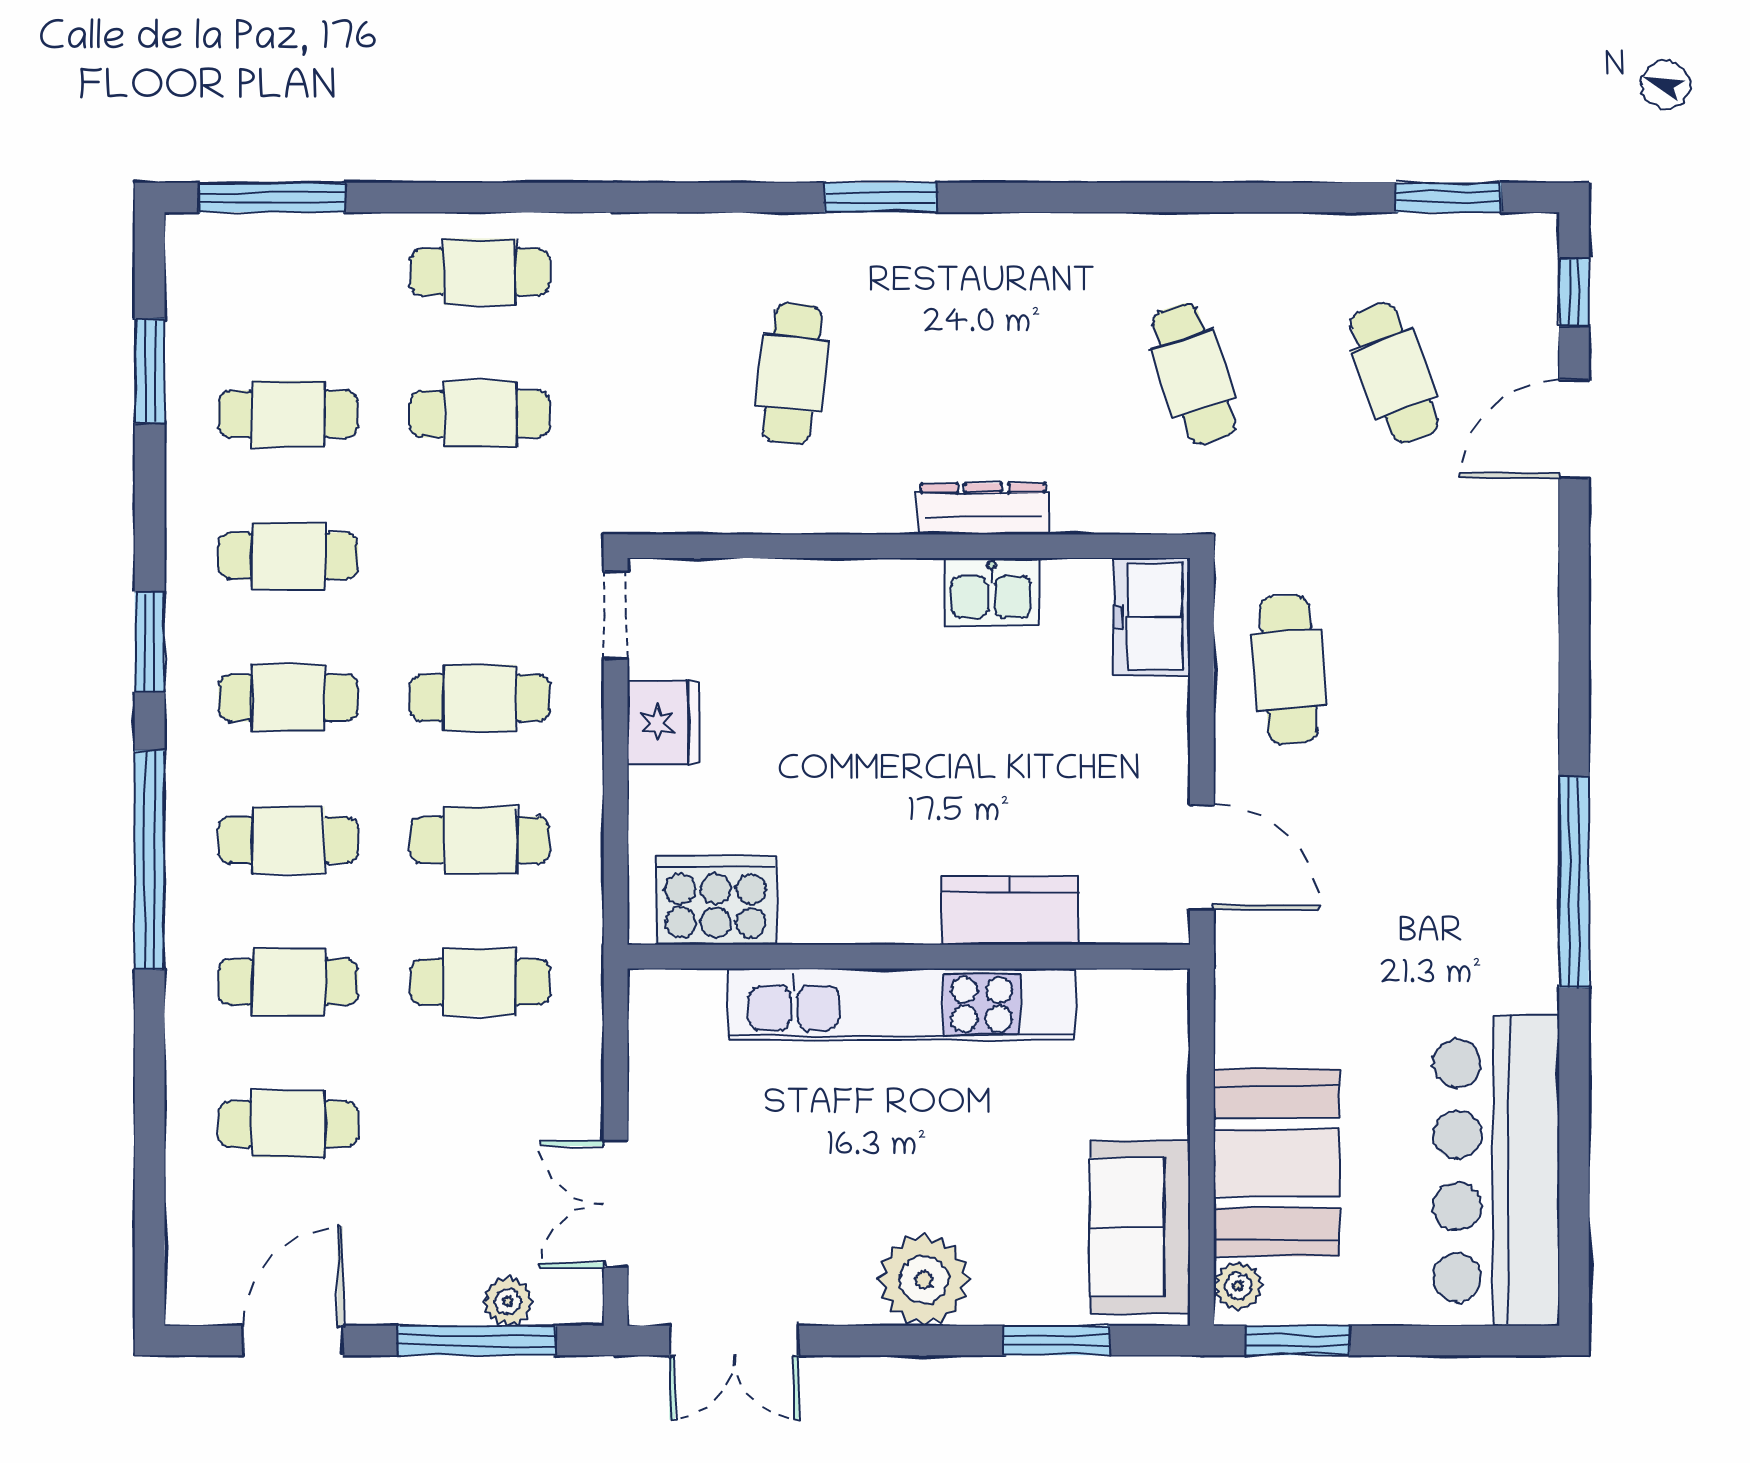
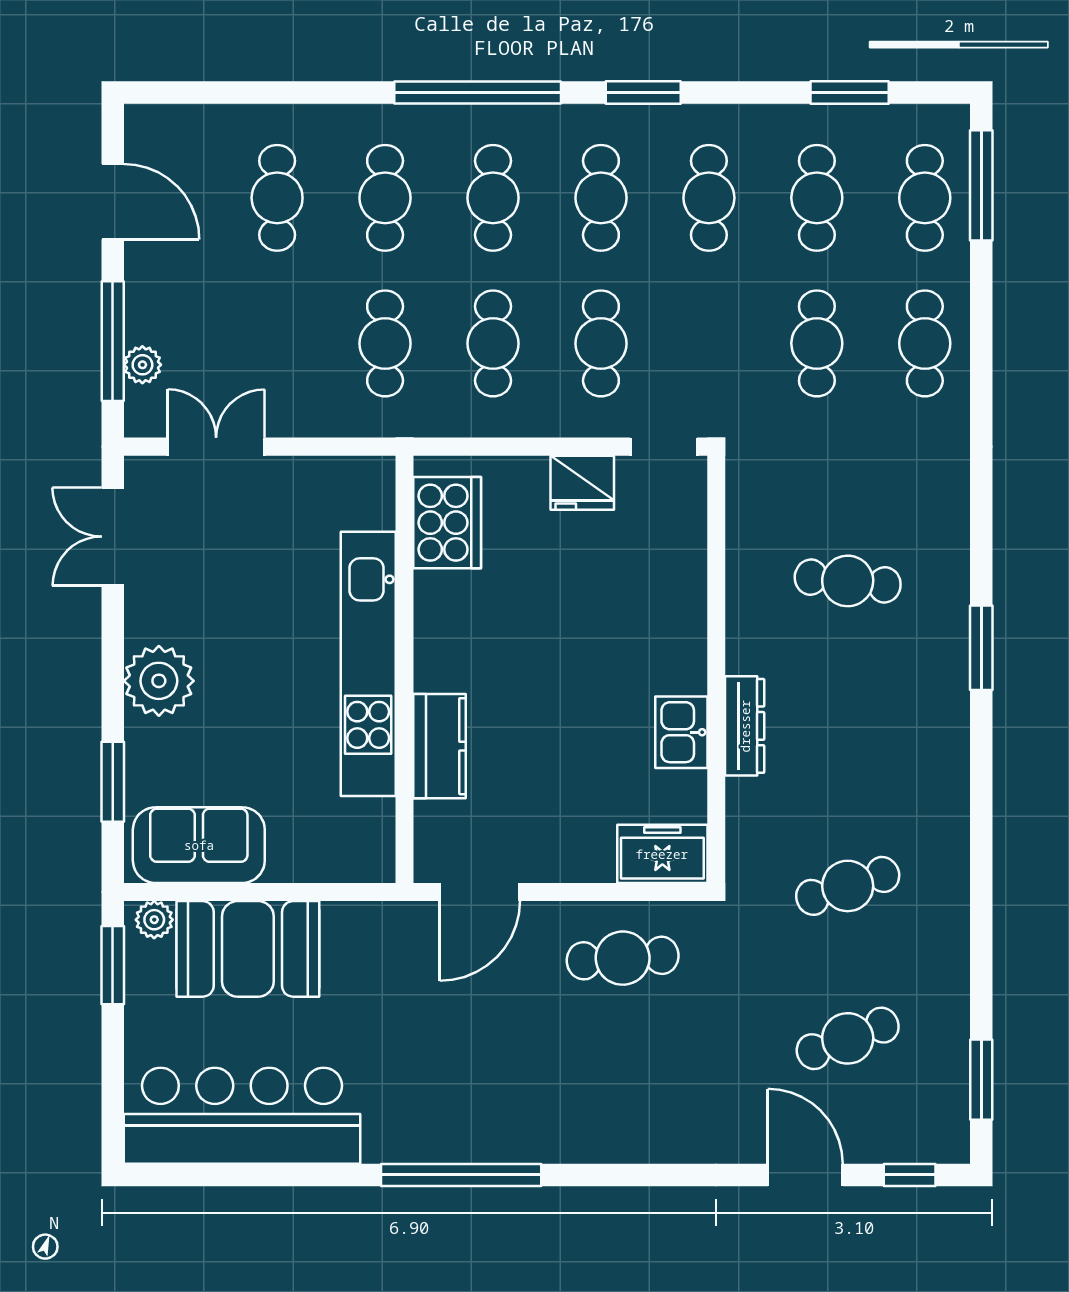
cafe table: (288, 272) -> (925, 198), added

